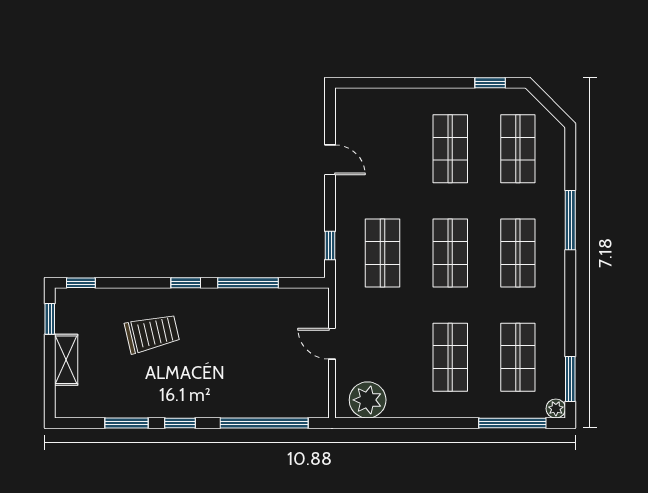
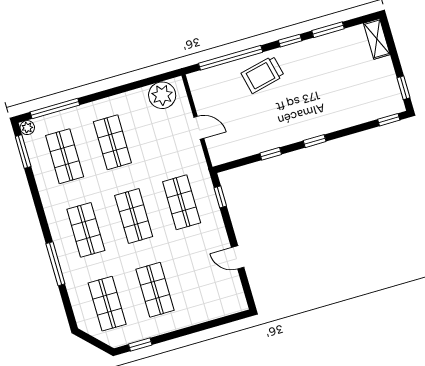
window: (248, 283) -> (271, 154), width x0.46
trolley: (152, 333) -> (263, 75), moved
shelving: (66, 360) -> (377, 39), moved

